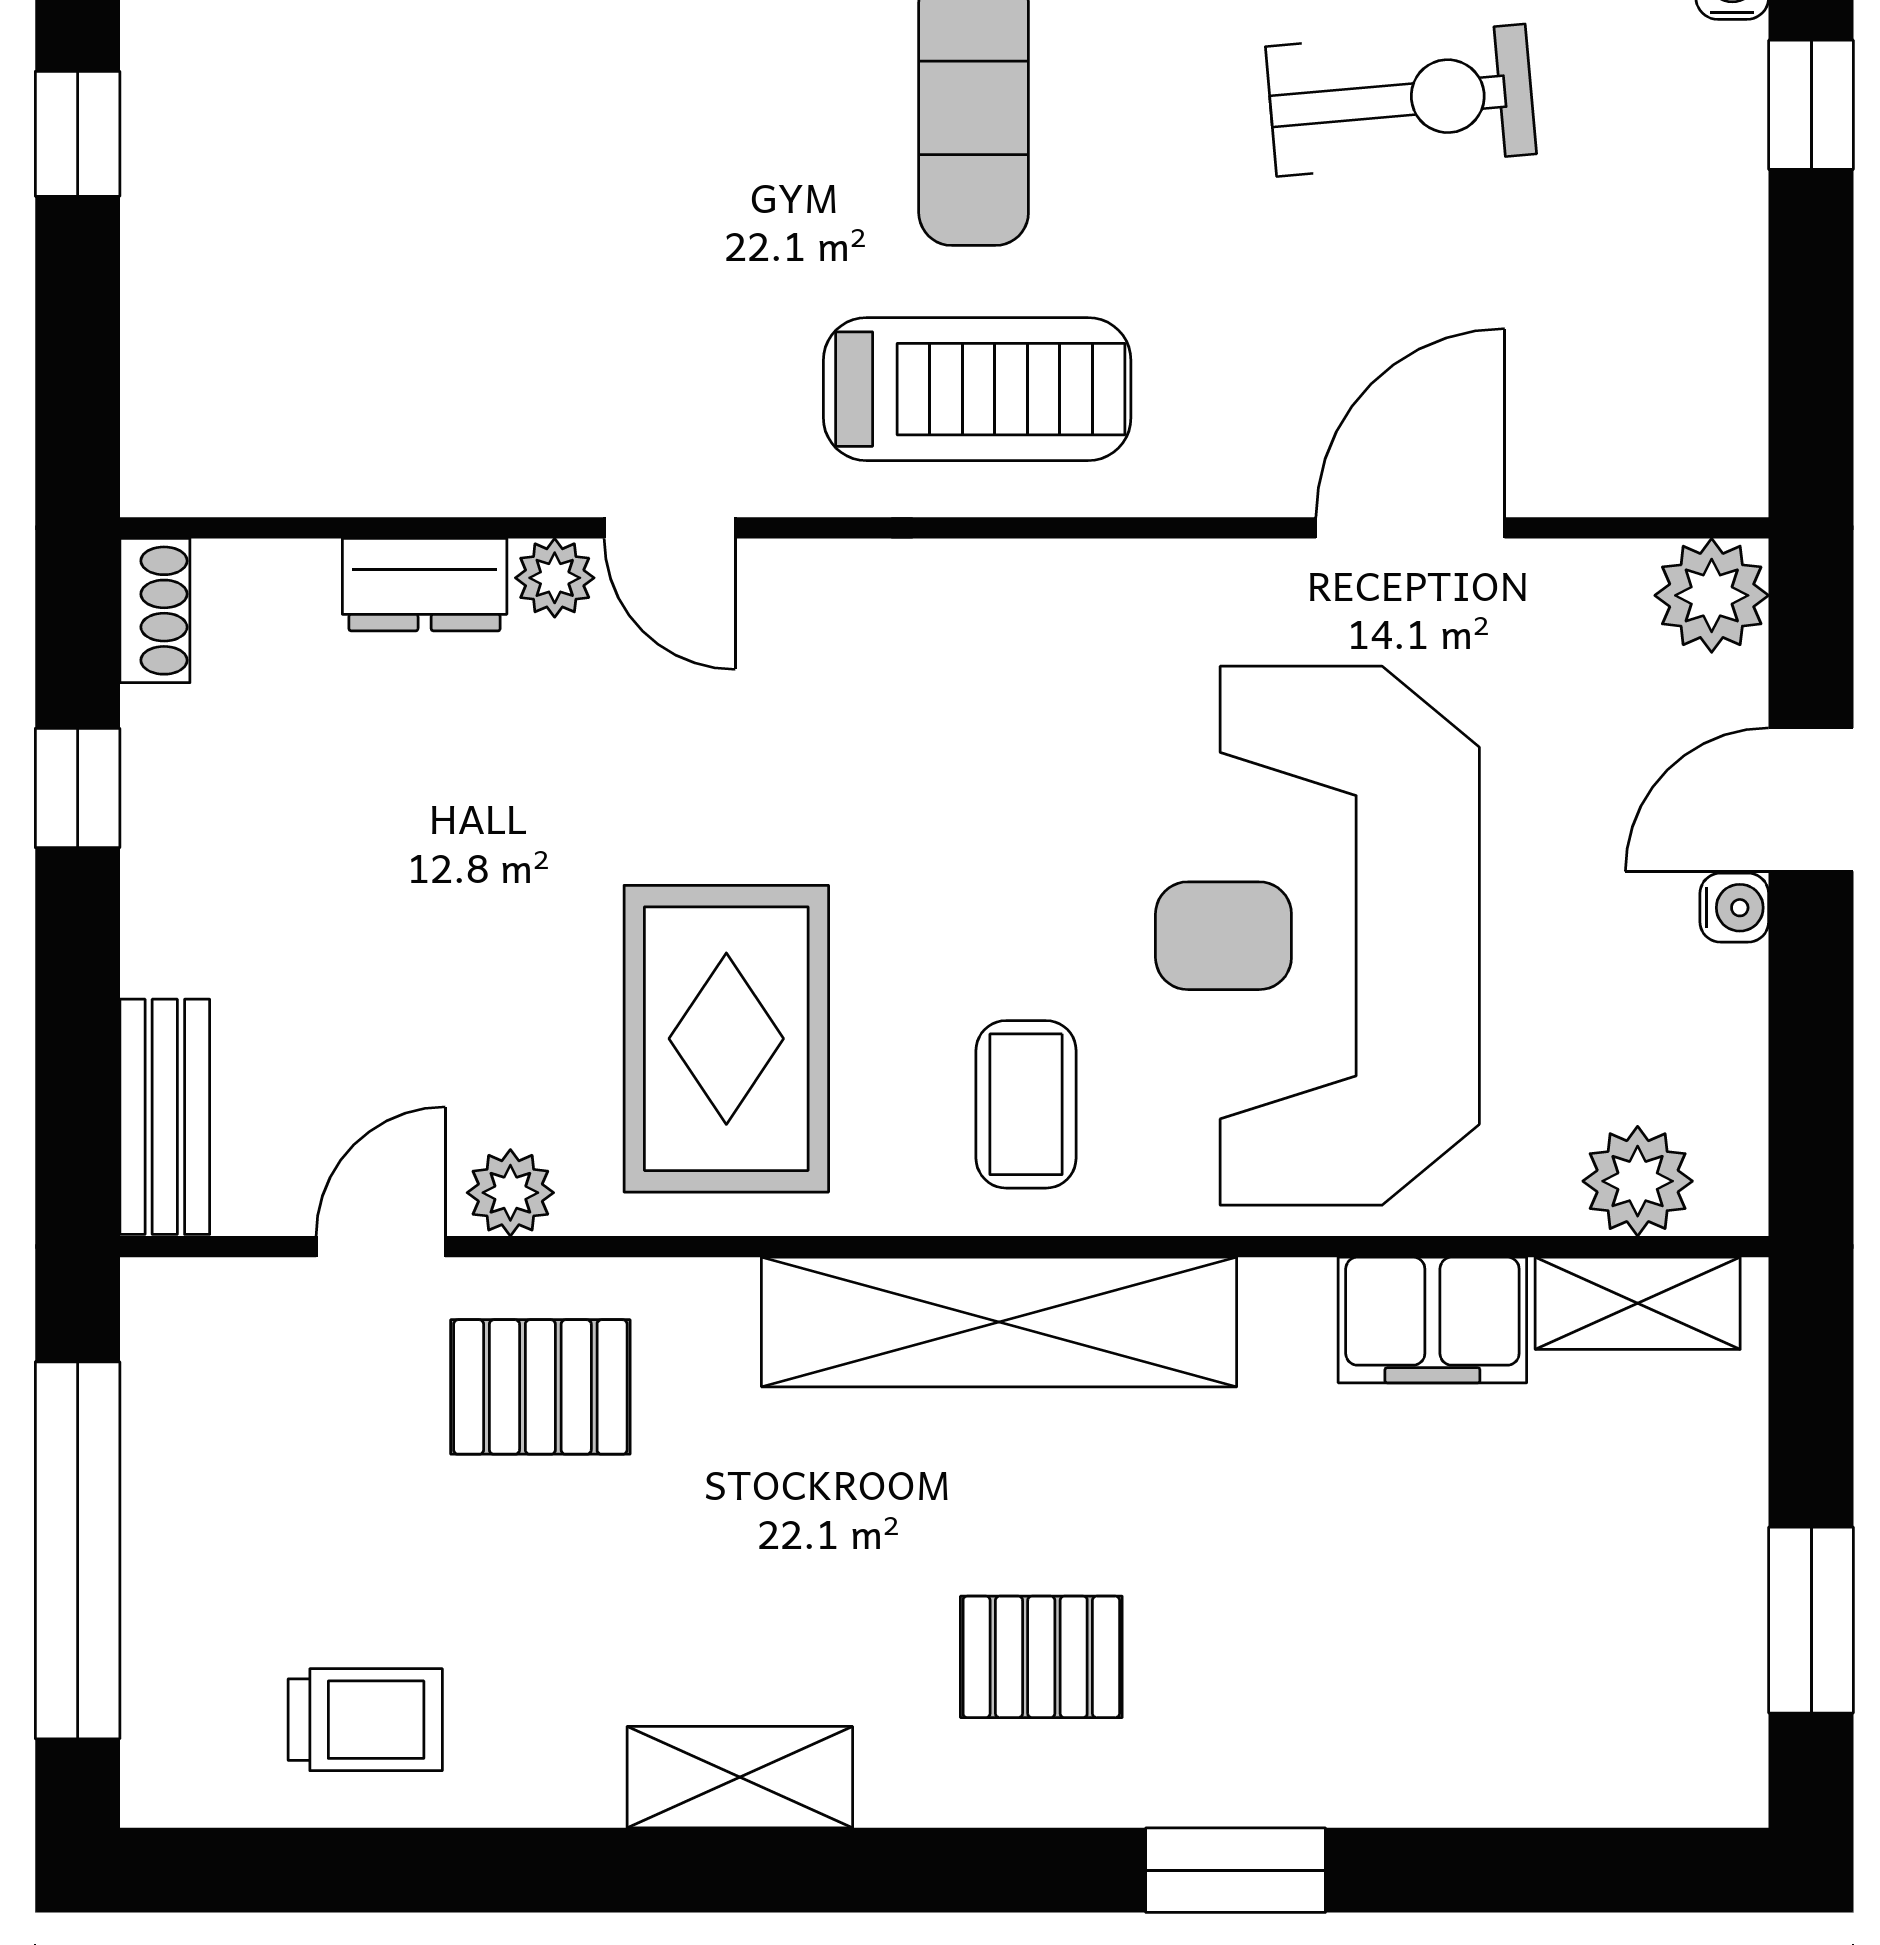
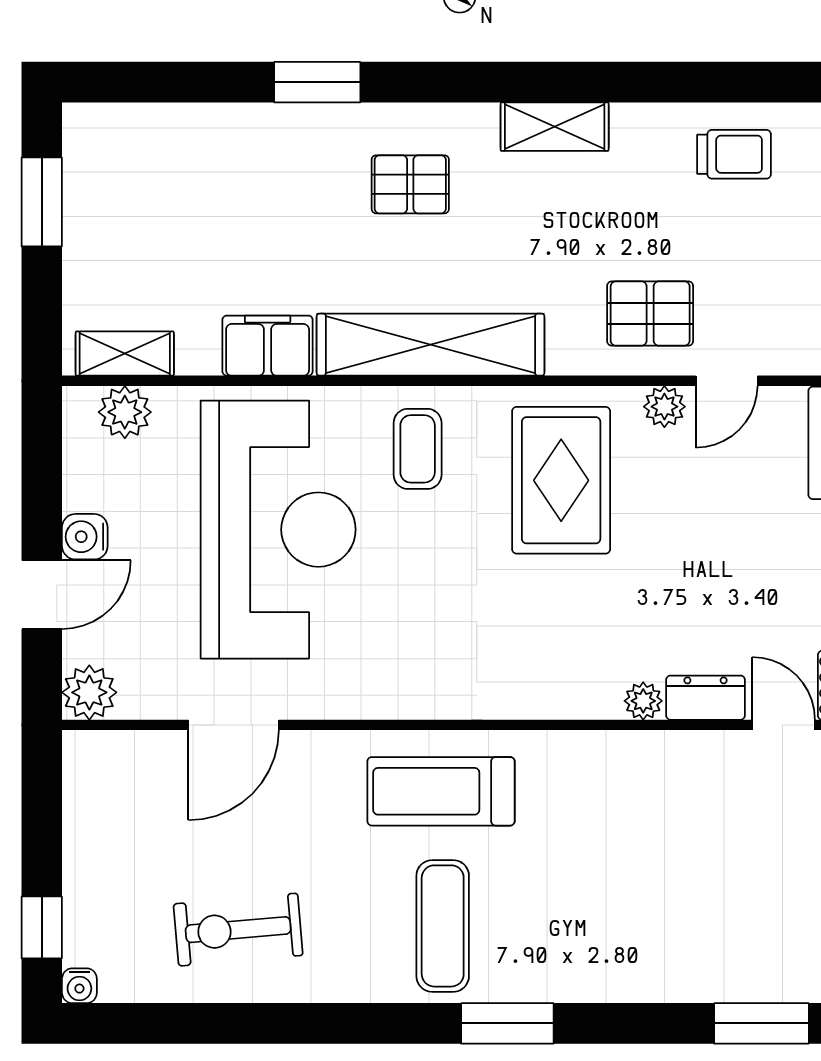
door: (670, 528) -> (784, 725), moved
water cooler: (1734, 908) -> (85, 537), width x1.38, depth x1.38
filing cabinet: (1432, 1320) -> (268, 346), moved
trolley: (365, 1720) -> (734, 154), turned 180

